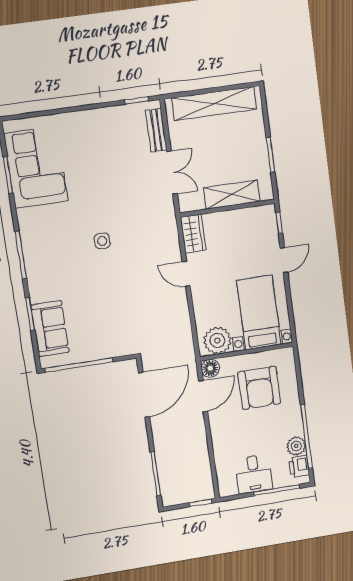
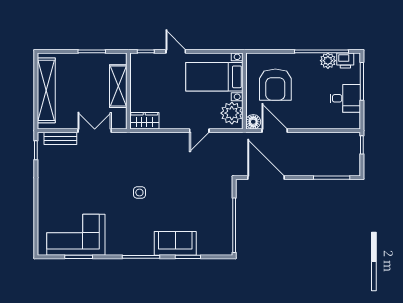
door: (186, 274) -> (199, 131), moved
sofa: (50, 329) -> (175, 243), moved
armchair: (259, 388) -> (275, 85), turned 90

